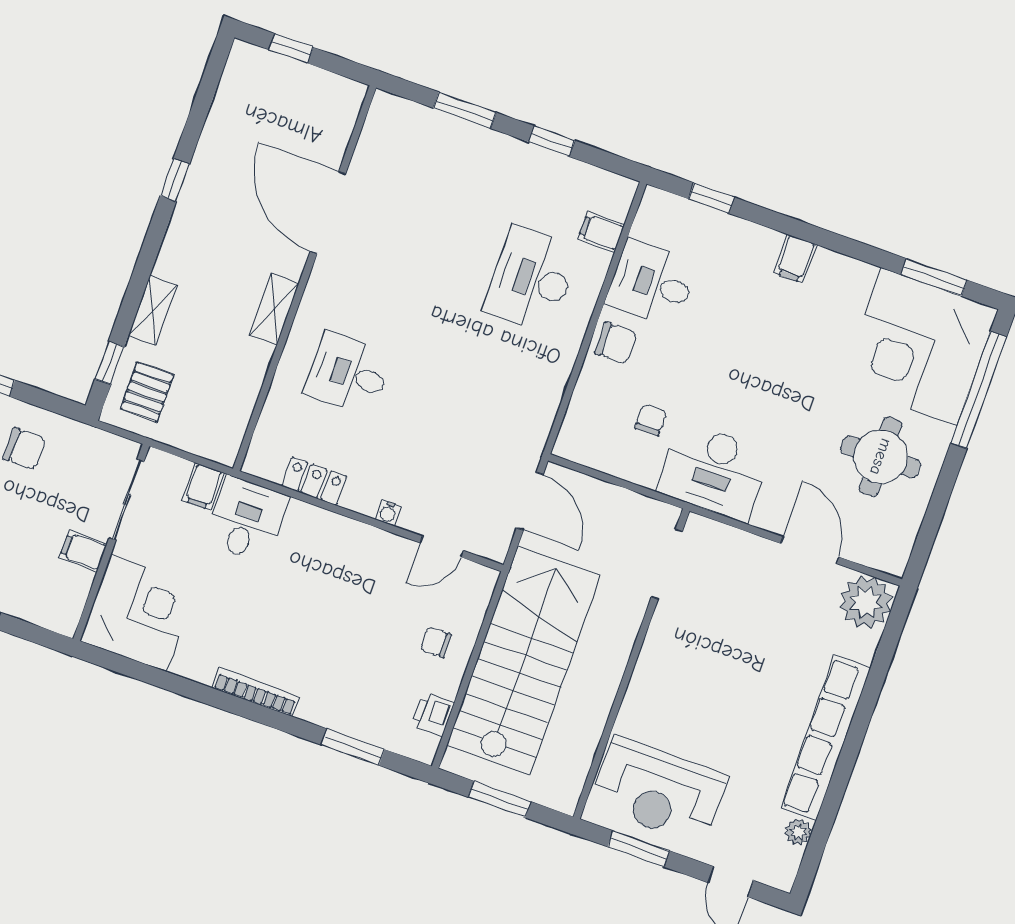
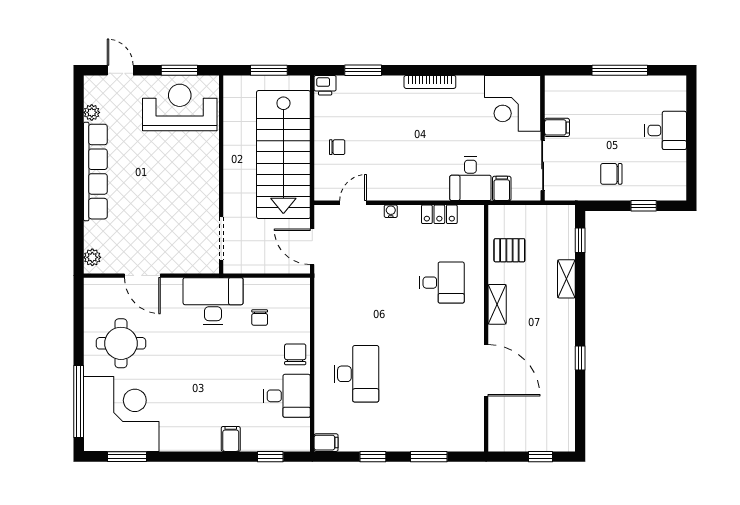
filing cabinet: (601, 232) -> (326, 443), moved
filing cabinet: (795, 259) -> (231, 439), moved
chair: (616, 343) -> (295, 354), turned 90
pallet: (147, 392) -> (509, 250), moved, turned 90
plant: (866, 602) -> (92, 257), width x0.53, depth x0.53
printer: (433, 714) -> (325, 85), moved, turned 90

